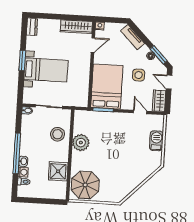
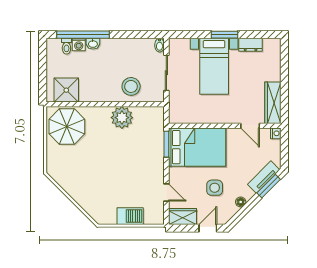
dresser: (32, 27) -> (251, 45), moved
window: (159, 55) -> (269, 186), moved
door: (140, 112) -> (166, 193), hinge flipped
window: (17, 153) -> (83, 35), moved
shower: (58, 171) -> (66, 90), moved

